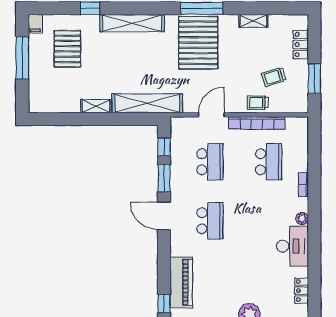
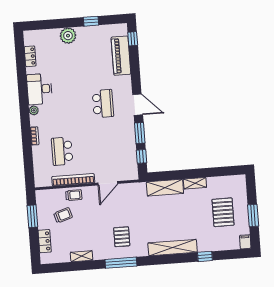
pallet: (198, 43) -> (122, 237), width x0.49, depth x0.50
pallet: (67, 49) -> (223, 212), moved
window: (22, 58) -> (253, 215), width x0.69
shelving: (147, 103) -> (165, 188), width x0.68
school desk: (210, 162) -> (106, 148), removed
school desk: (210, 221) -> (103, 104), turned 180

